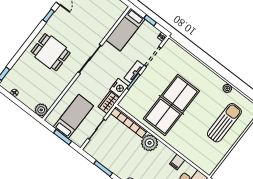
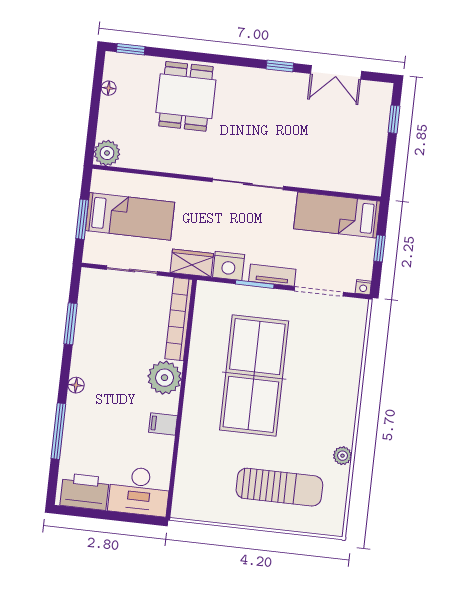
dining table: (51, 52) -> (186, 96), moved
table tennis table: (171, 105) -> (254, 376), turned 90
filing cabinet: (177, 162) -> (163, 424), moved

